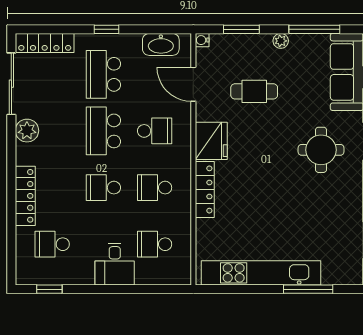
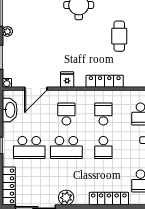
cafe table: (254, 91) -> (119, 36), moved
fridge: (211, 141) -> (67, 80), width x0.53, depth x0.75
school desk: (155, 188) -> (103, 114), turned 180

